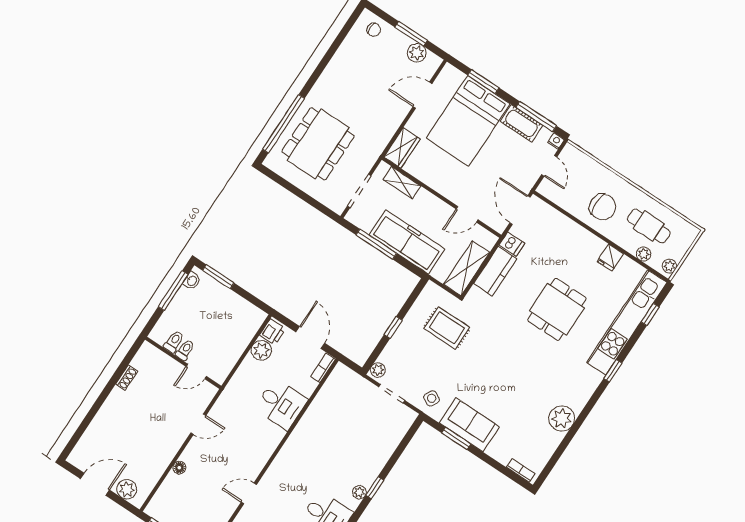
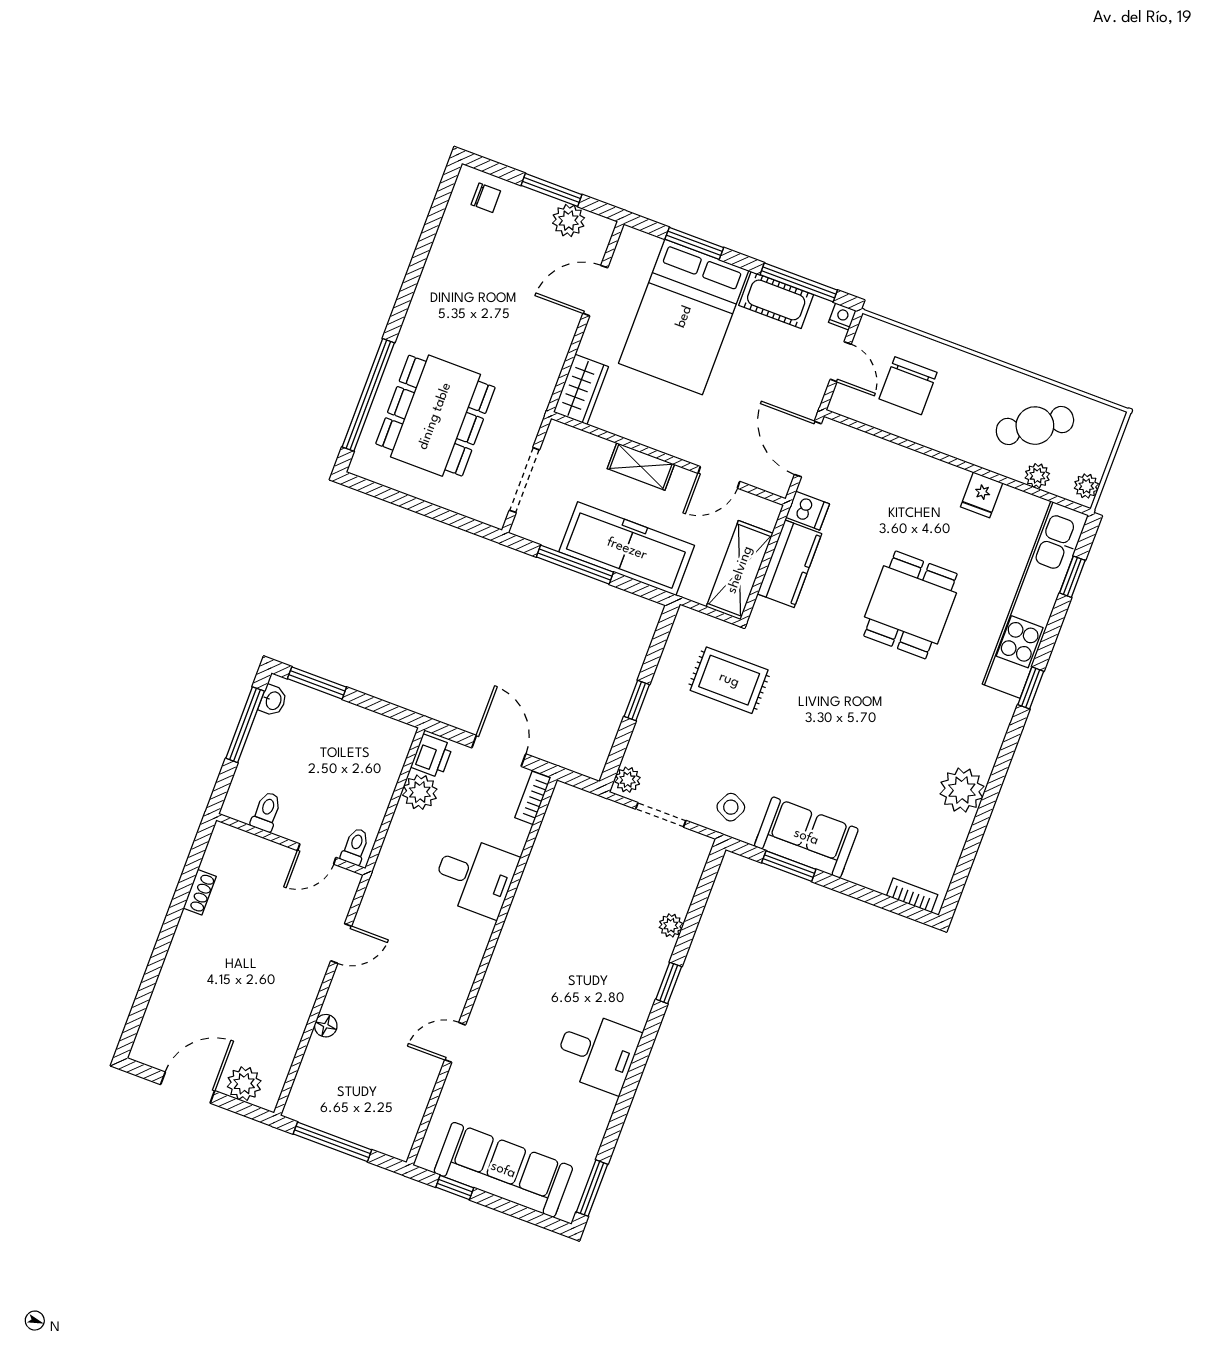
shelving: (402, 183) -> (641, 466), moved
chair: (603, 207) -> (908, 386), moved, turned 90
cafe table: (649, 226) -> (1035, 426), turned -33
toilet: (185, 350) -> (355, 846), moved
plant: (359, 492) -> (671, 925), moved

